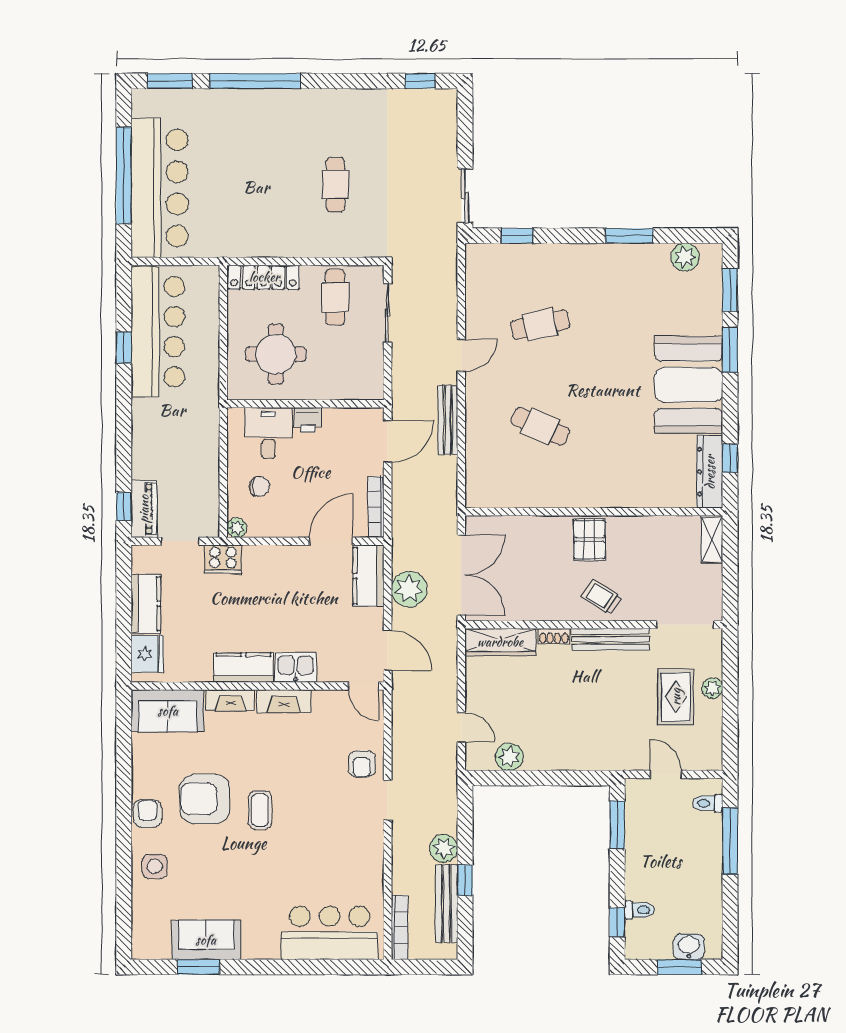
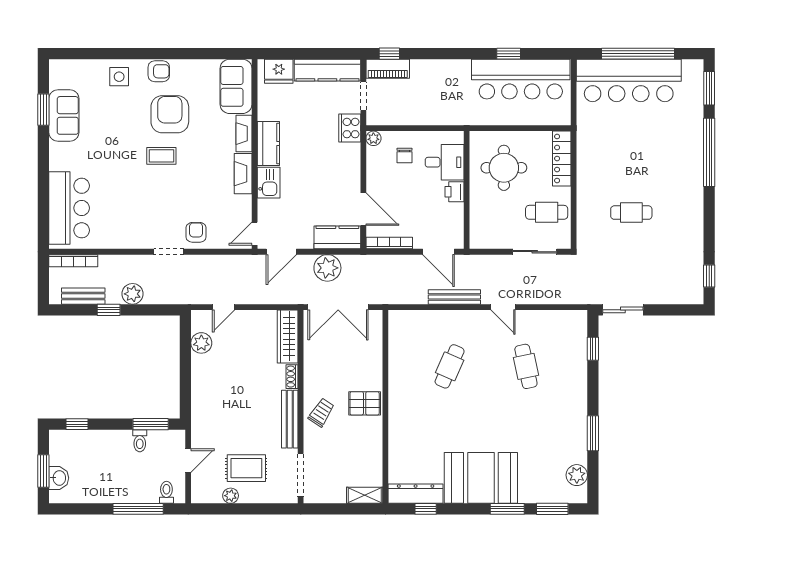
kitchen counter: (146, 604) -> (327, 70), width x1.50
plant: (712, 688) -> (231, 496), moved
armchair: (362, 764) -> (196, 232), turned 90
bench: (447, 904) -> (83, 296), width x0.73
toilet: (639, 910) -> (140, 441), moved

